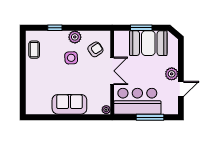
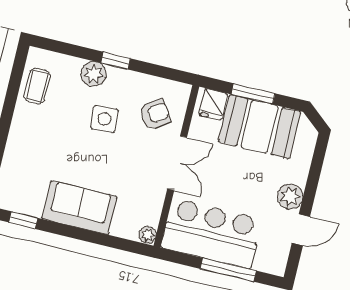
window: (55, 28) -> (116, 61), moved
plant: (75, 37) -> (94, 74), moved
fridge: (123, 38) -> (213, 104), added
window: (43, 117) -> (23, 220), added

